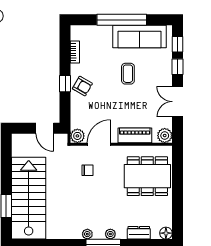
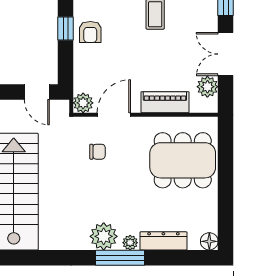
armchair: (82, 86) -> (90, 32), turned 60
plant: (165, 136) -> (207, 87), moved
dresser: (139, 233) -> (163, 241), width x1.44
plant: (87, 234) -> (104, 236), width x1.88, depth x1.88

